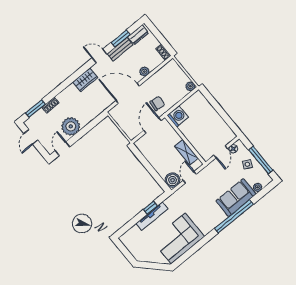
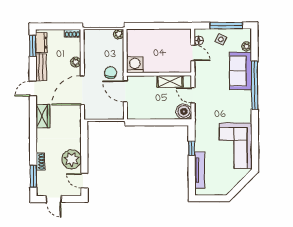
window: (121, 39) -> (33, 46), moved
tv unit: (152, 216) -> (200, 170), moved

